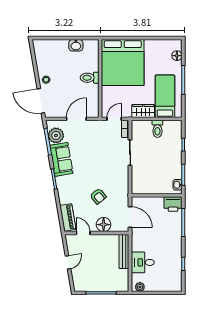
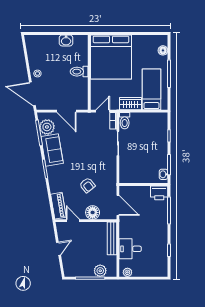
door: (76, 119) -> (66, 111), swing flipped
toilet: (157, 129) -> (125, 121), moved
plant: (112, 285) -> (100, 271), added

